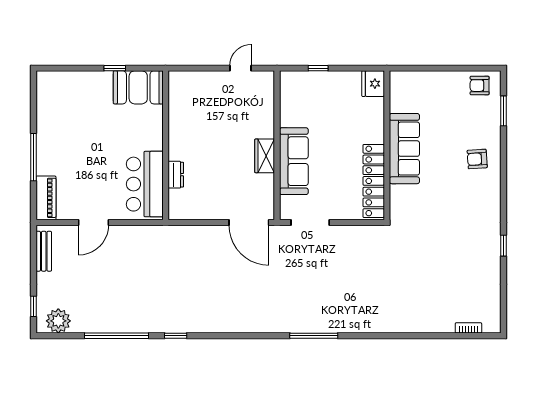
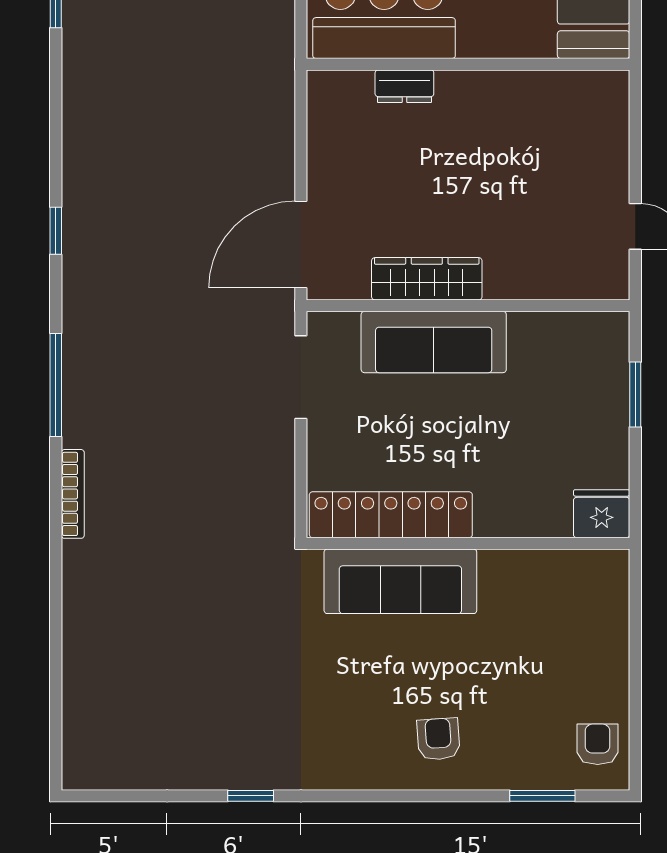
window: (318, 68) -> (635, 395), width x1.50
sofa: (404, 149) -> (400, 581), moved
wardrobe: (265, 156) -> (427, 279), width x1.50
bookcase: (468, 328) -> (73, 494), moved, width x1.56
window: (176, 336) -> (56, 231), moved

